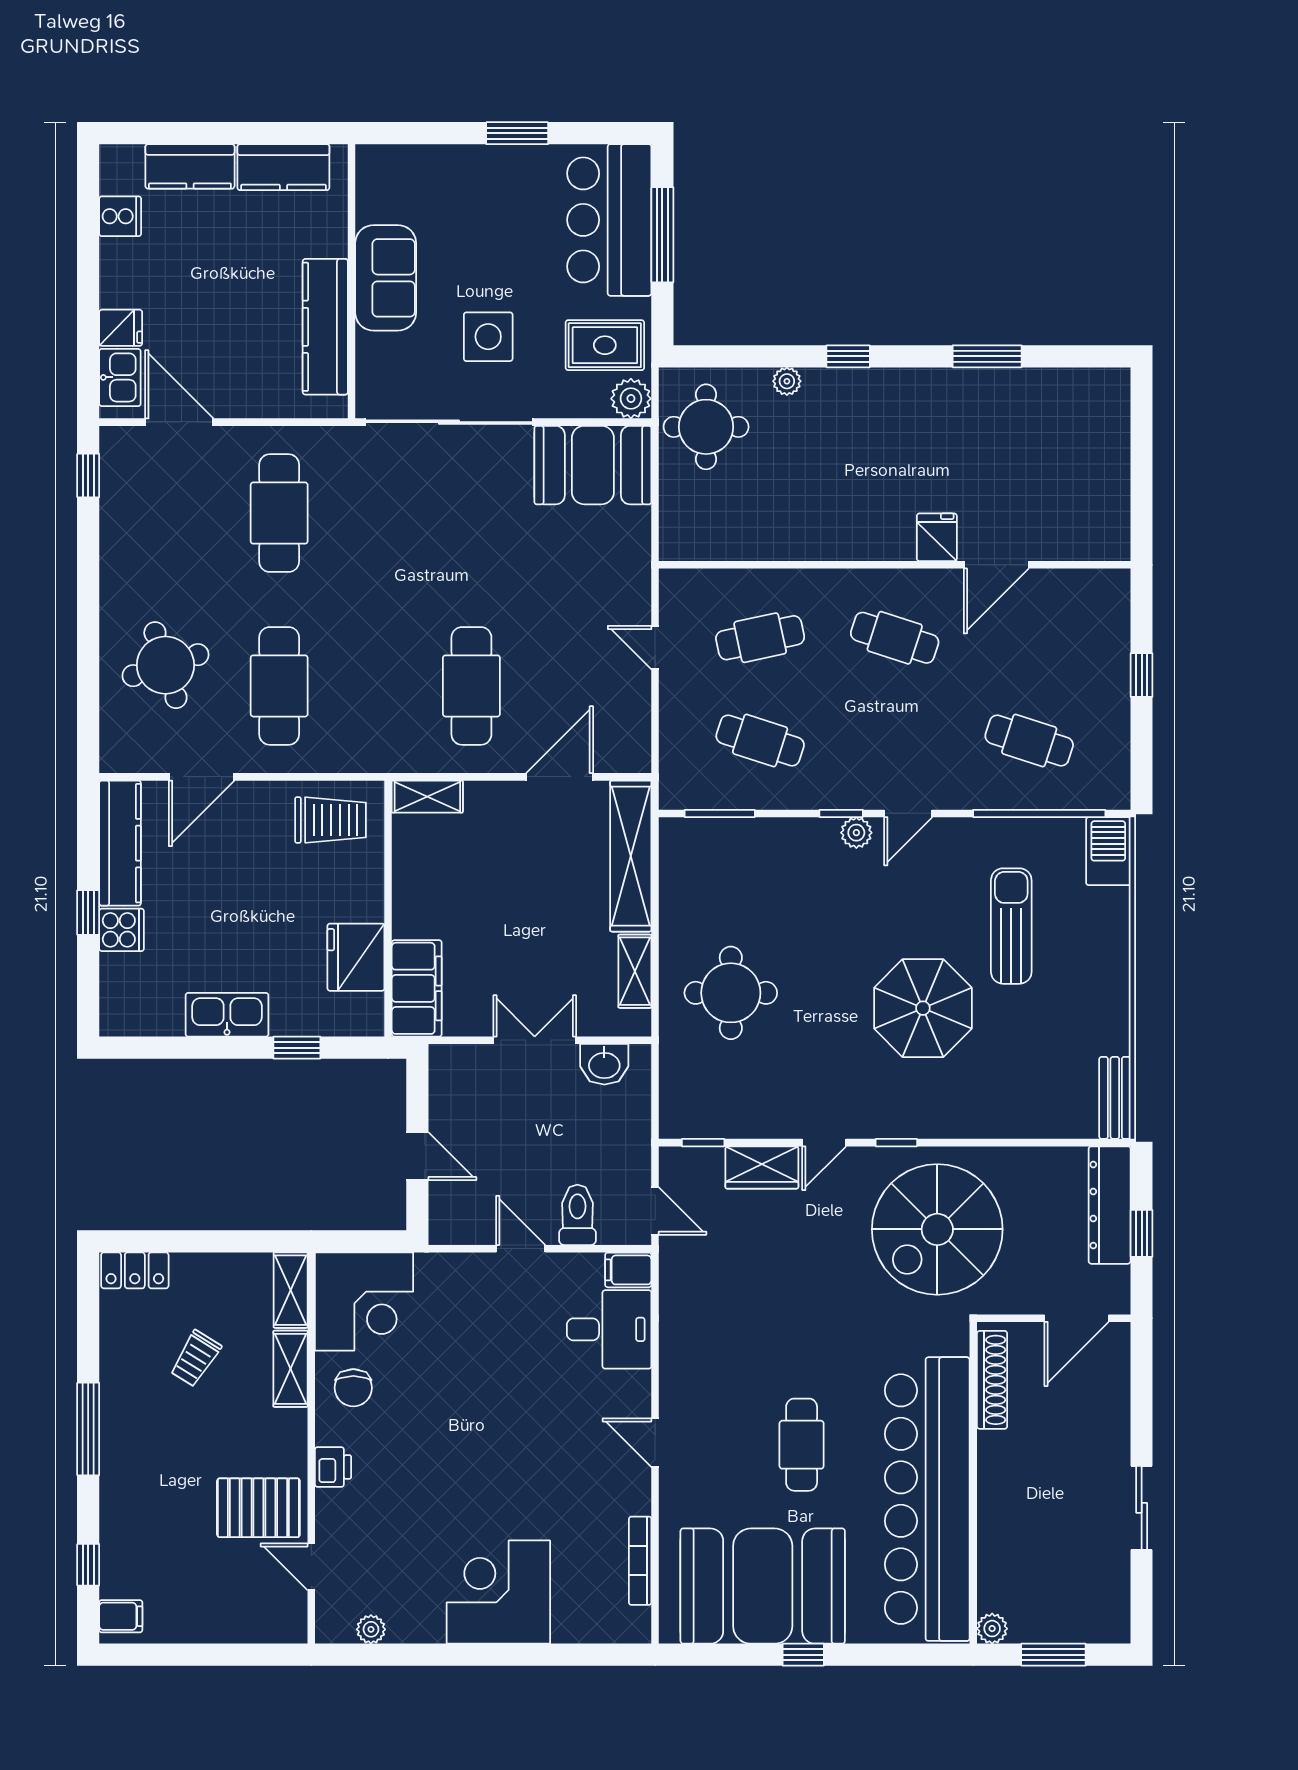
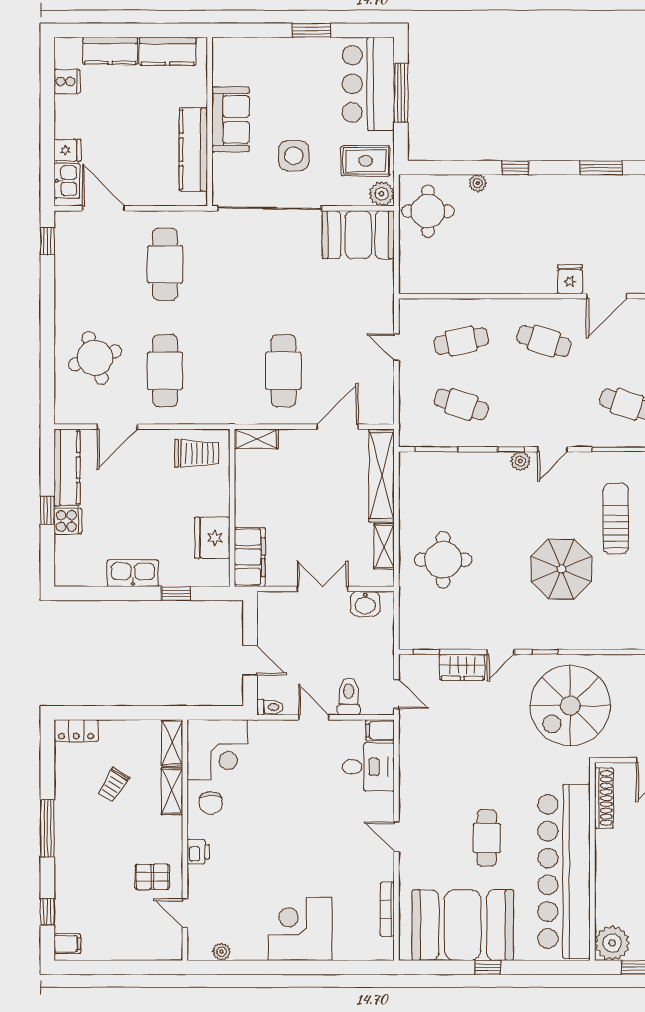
toilet: (449, 1232) -> (270, 707), added
pallet: (258, 1508) -> (152, 877), width x0.67, depth x0.71
plant: (992, 1629) -> (612, 943), width x1.88, depth x1.88

